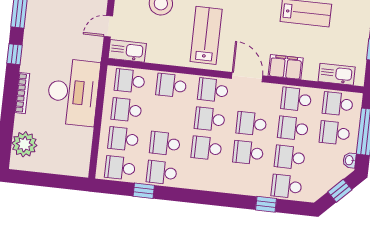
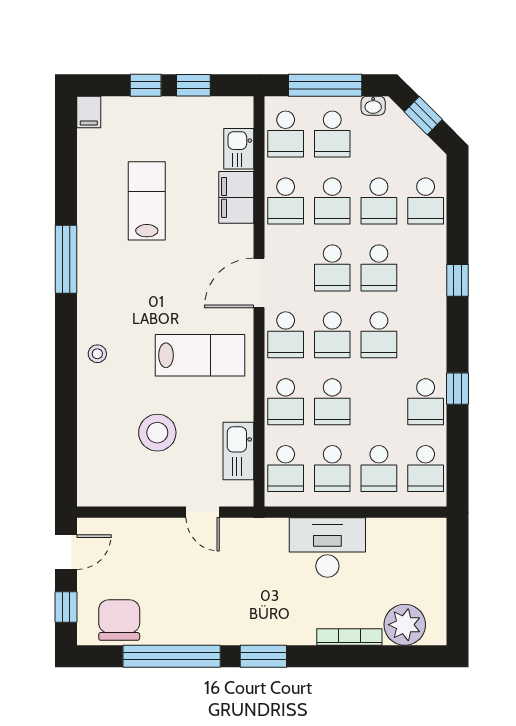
lab bench: (206, 35) -> (200, 355), turned 180
kitchen sink: (127, 51) -> (238, 451), moved
window: (14, 54) -> (263, 656), width x1.50
filing cabinet: (286, 67) -> (236, 197), moved
kitchen sink: (337, 74) -> (239, 149), width x0.73
desk: (73, 92) -> (327, 547), width x0.73, depth x0.77
bookcase: (22, 93) -> (349, 637), moved
school desk: (165, 144) -> (332, 402), moved
window: (144, 191) -> (458, 389), moved
window: (266, 204) -> (458, 280), moved

